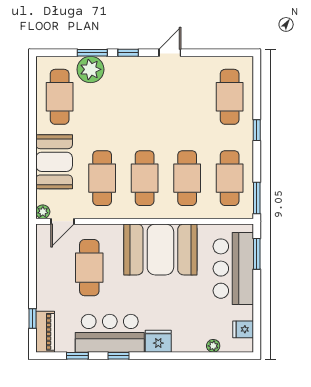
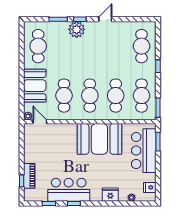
plant: (90, 69) -> (77, 29), moved
door: (62, 221) -> (40, 122), swing flipped
cafe table: (89, 268) -> (56, 150), removed
piano: (45, 332) -> (29, 176), moved
fridge: (158, 341) -> (110, 195), moved

